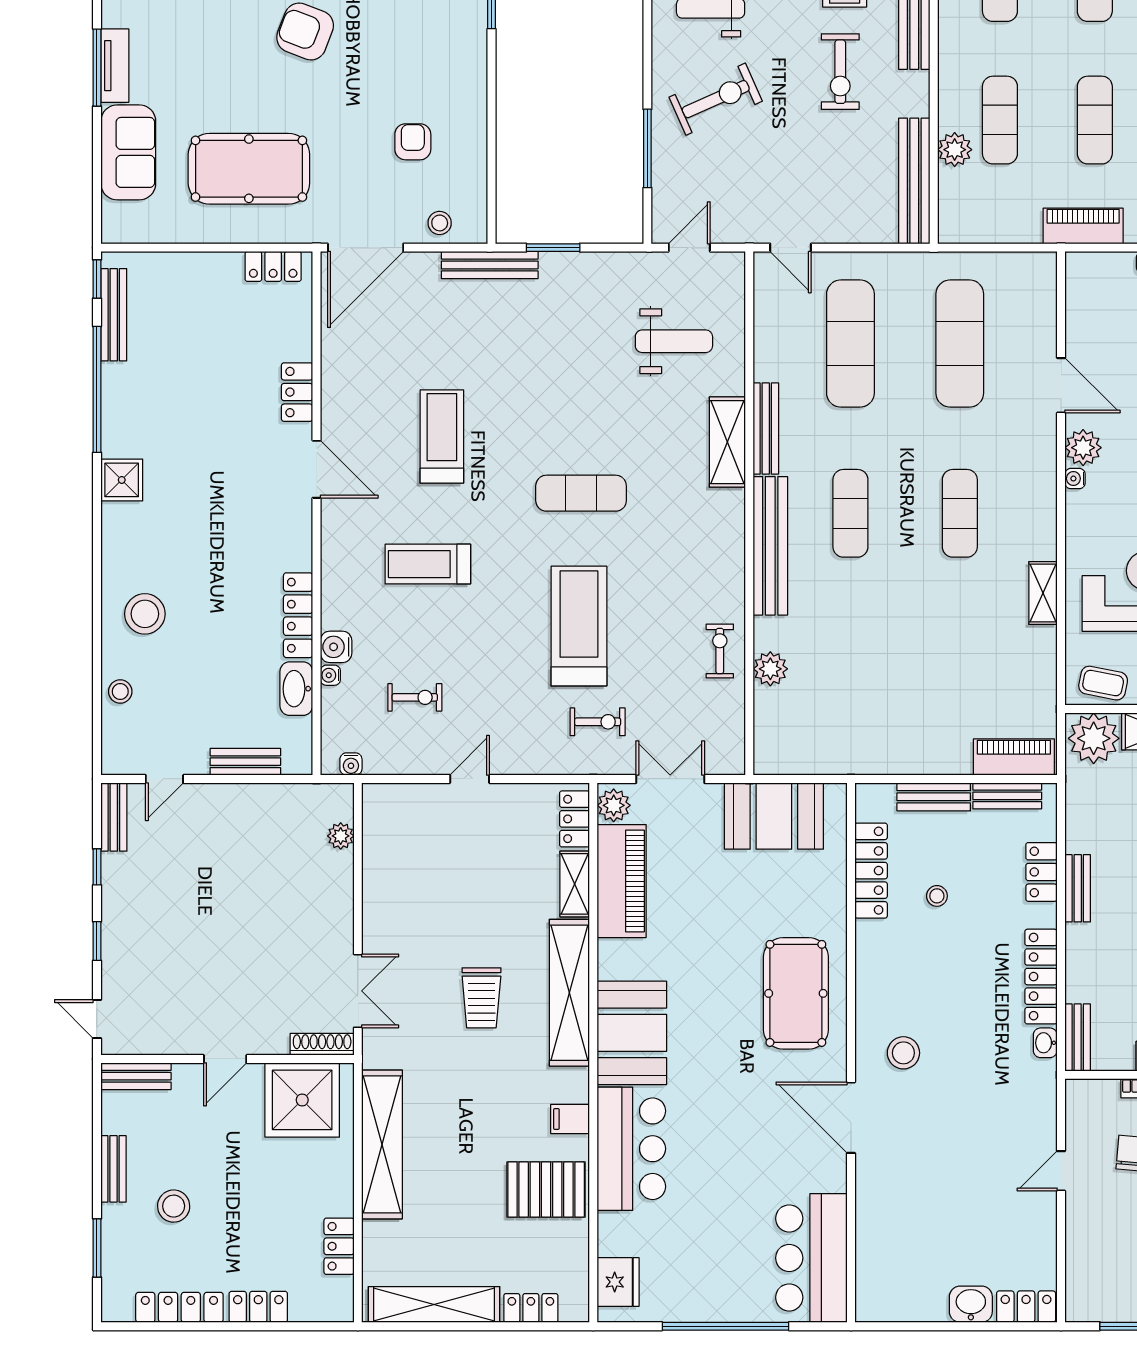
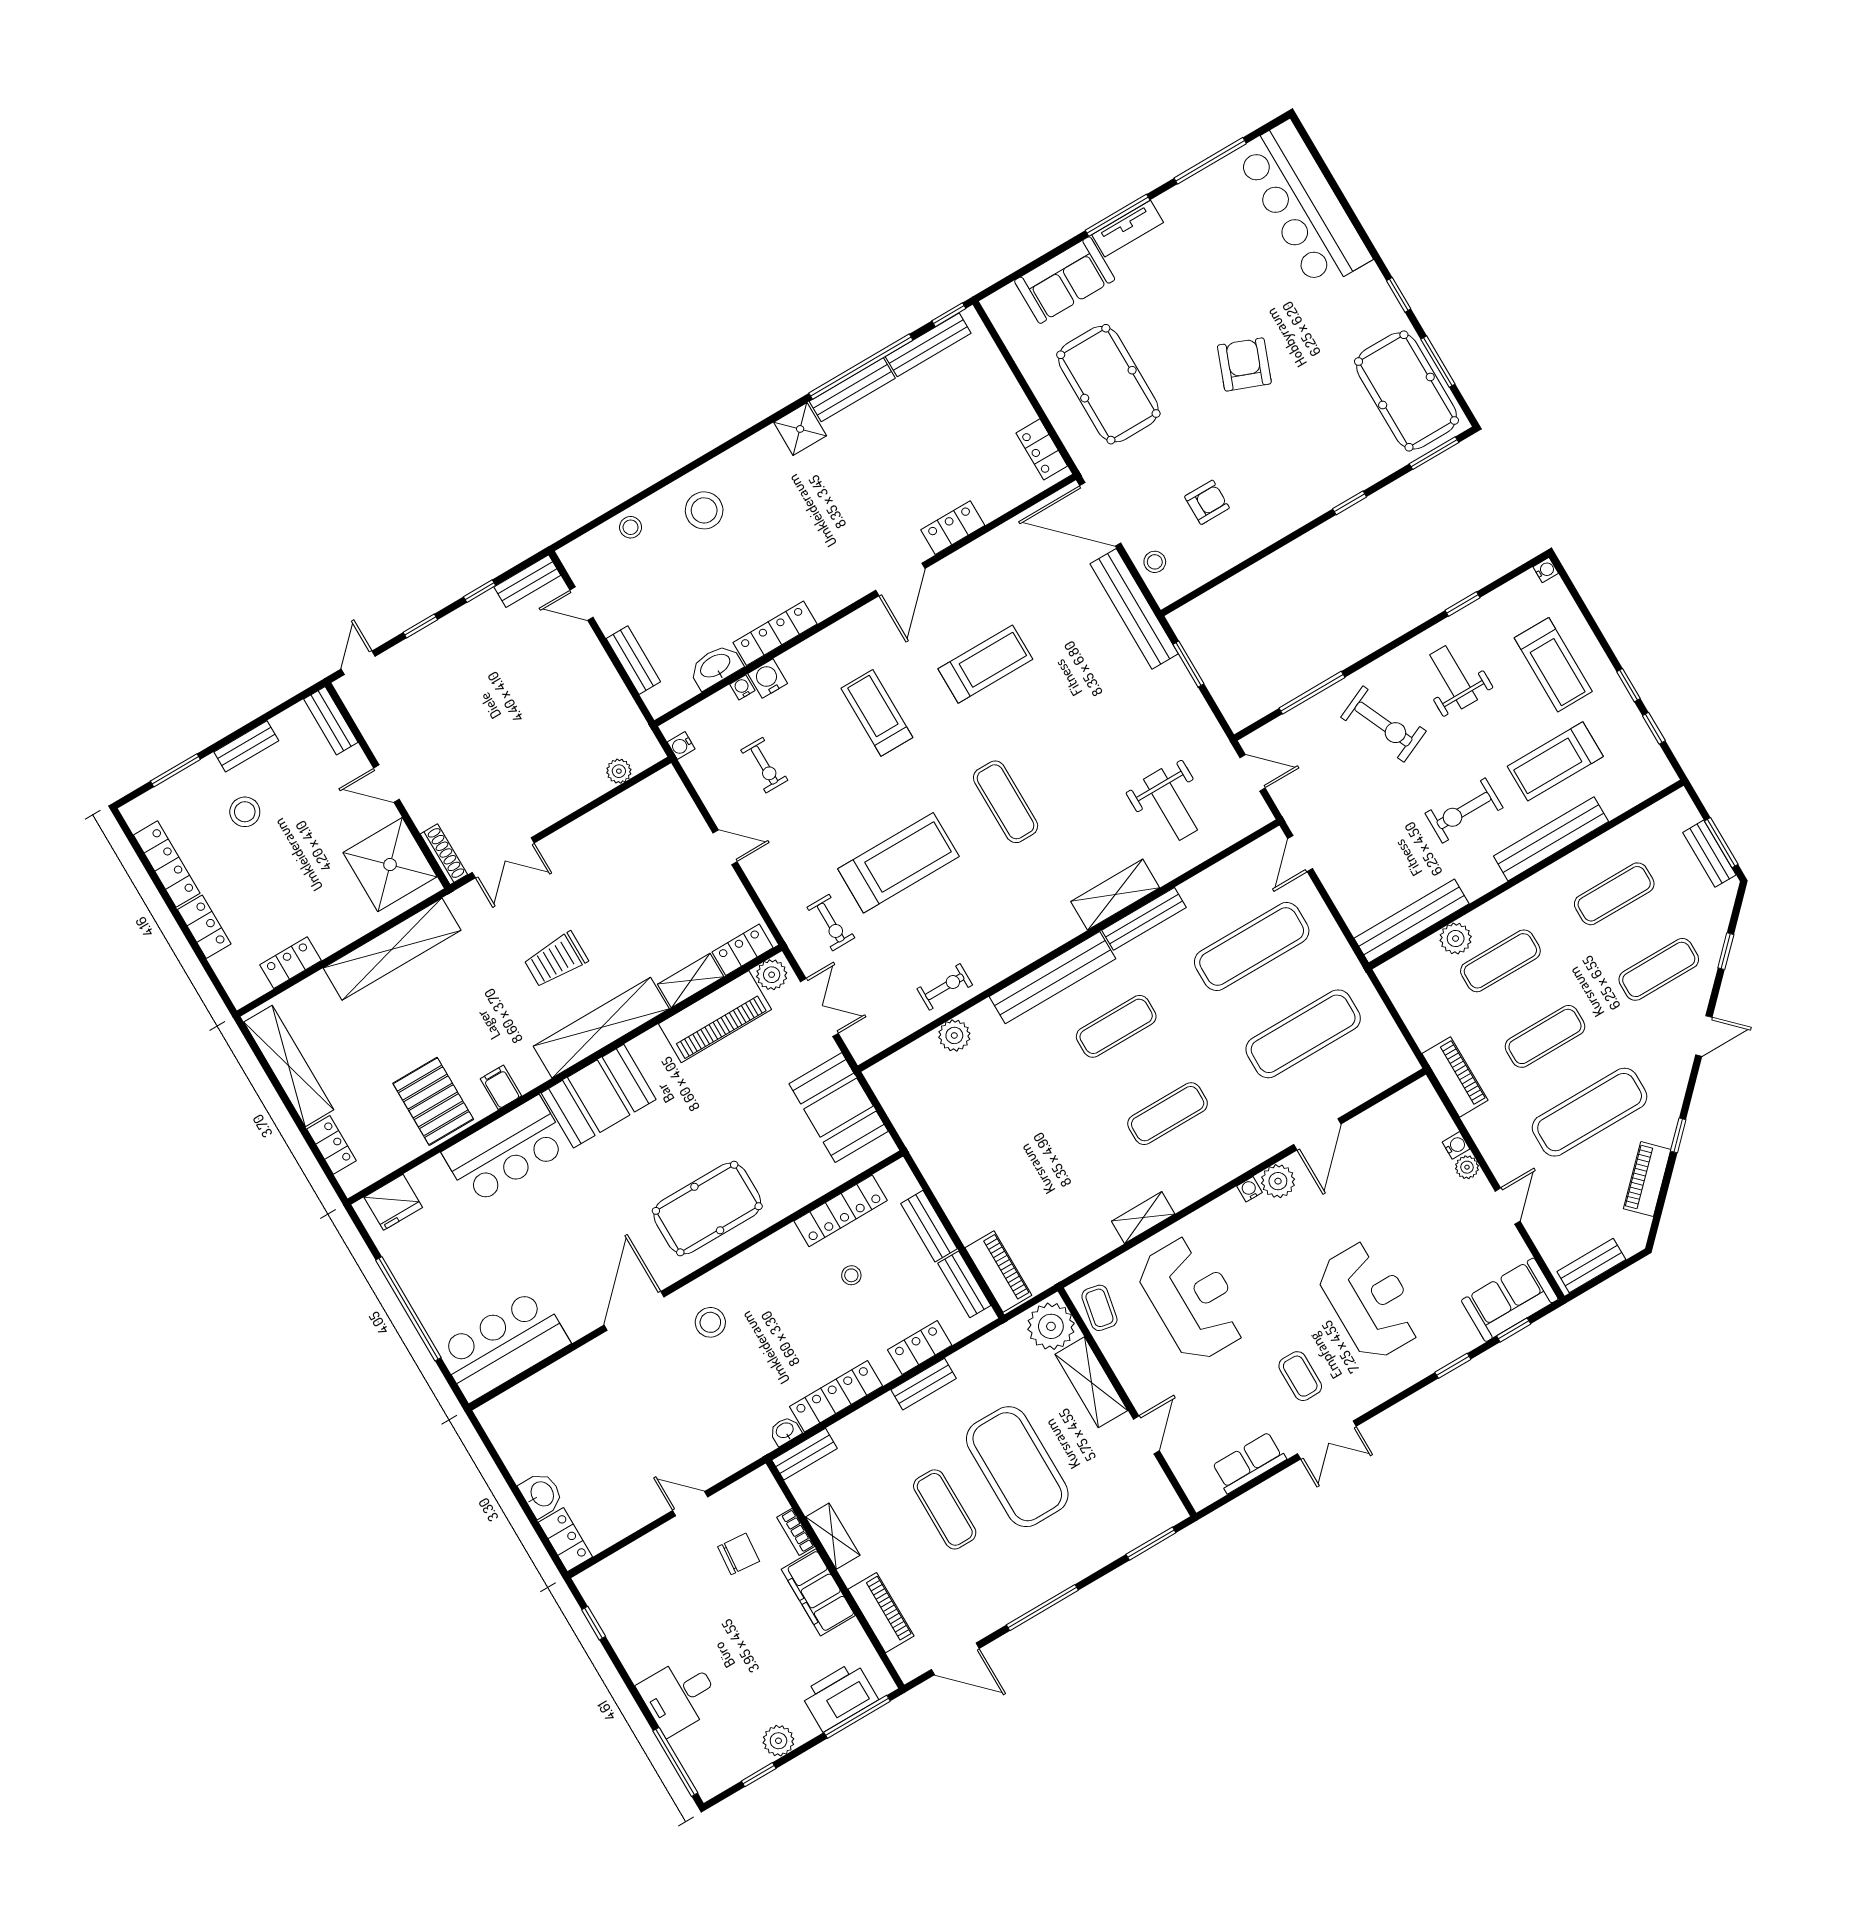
bench: (490, 265) -> (1134, 609), width x1.37, depth x1.21
bench: (114, 410) -> (852, 390), added

